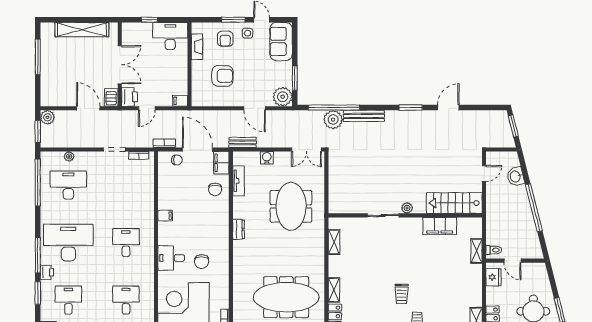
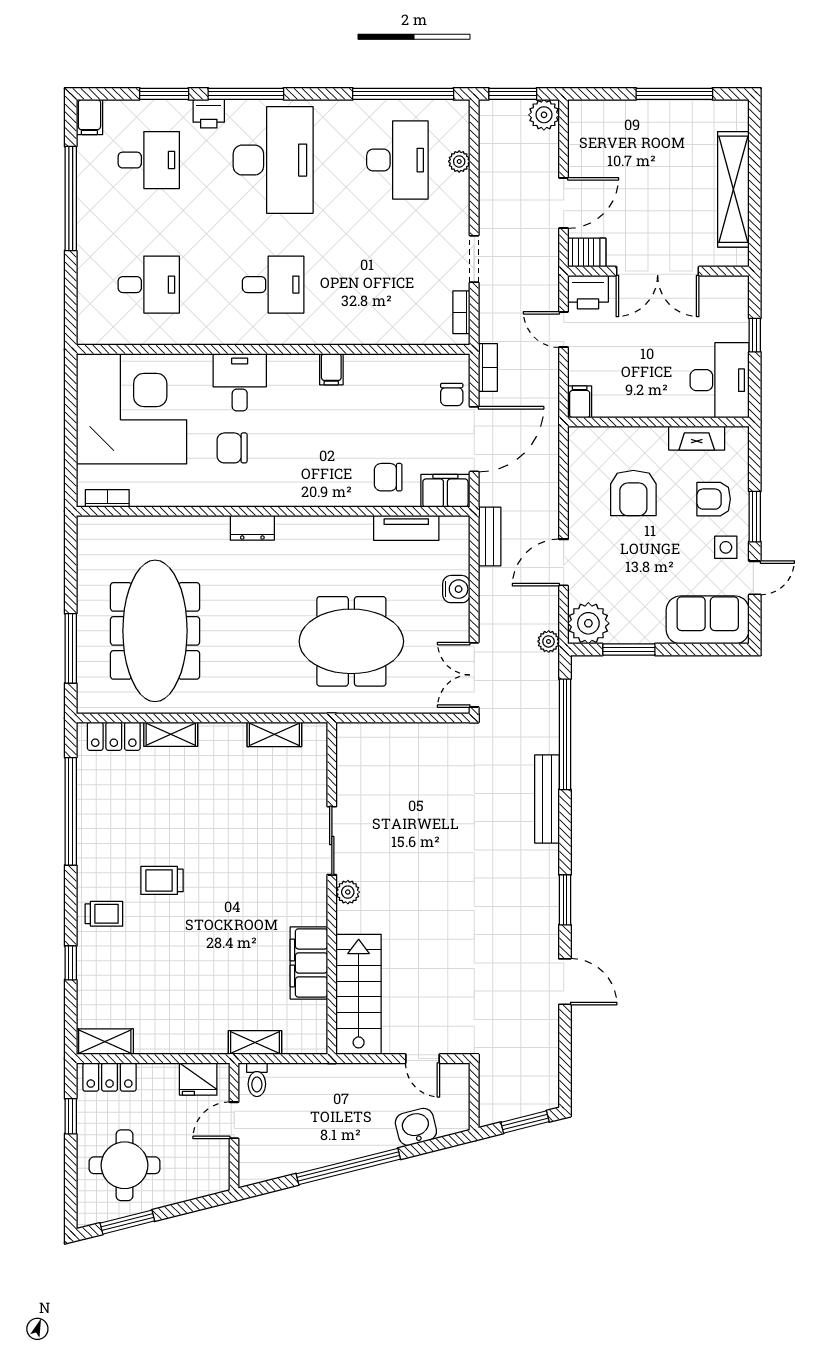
plant: (333, 120) -> (549, 641), moved, width x0.53, depth x0.53
dresser: (239, 229) -> (252, 528), moved

